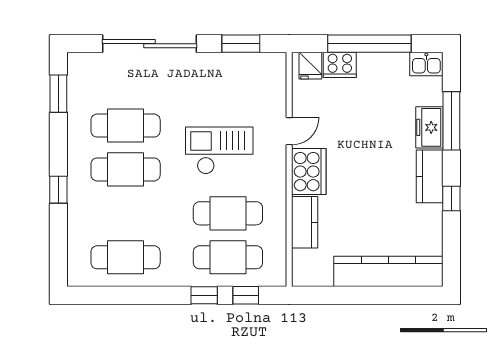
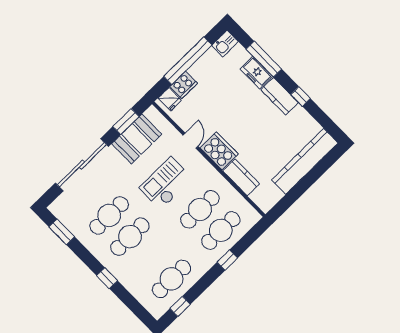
booth: (234, 73) -> (137, 139), added
window: (246, 295) -> (180, 306), moved

